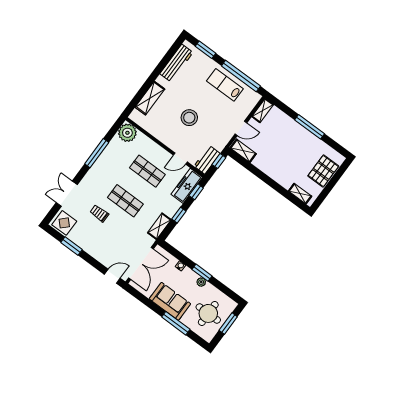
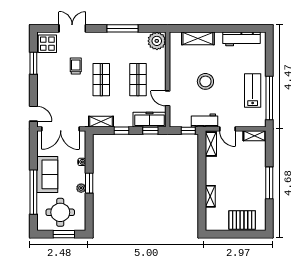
window: (205, 50) -> (269, 54), removed
workbench: (207, 160) -> (205, 120), moved
shelving: (300, 194) -> (210, 196), moved
window: (176, 323) -> (33, 192), width x1.46

